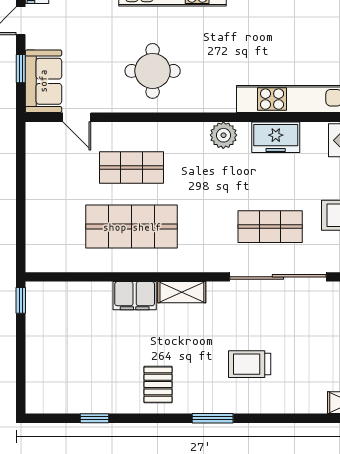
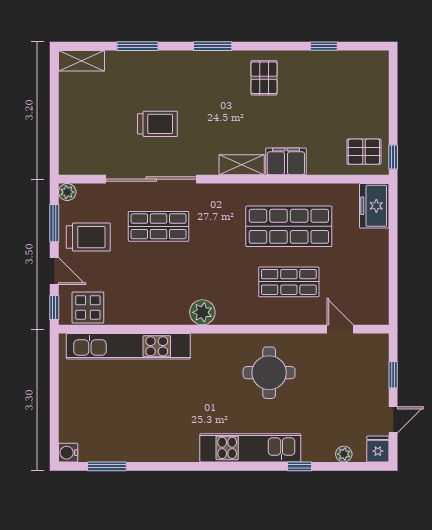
sofa: (43, 81) -> (372, 363), removed
freezer: (276, 137) -> (374, 206), moved, turned -90
pallet: (52, 306) -> (364, 152), added
trolley: (250, 364) -> (157, 124), moved
window: (293, 418) -> (137, 46), added

